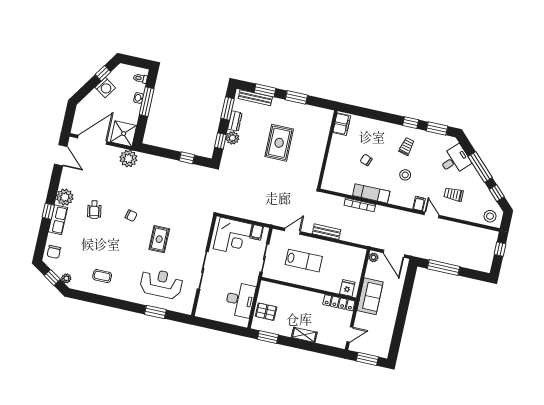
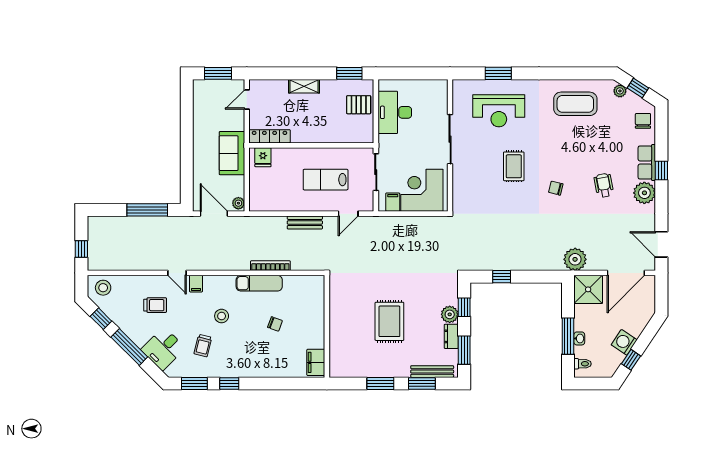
trolley: (407, 146) -> (203, 346), moved
coffee table: (102, 276) -> (575, 104), width x1.86, depth x1.72

